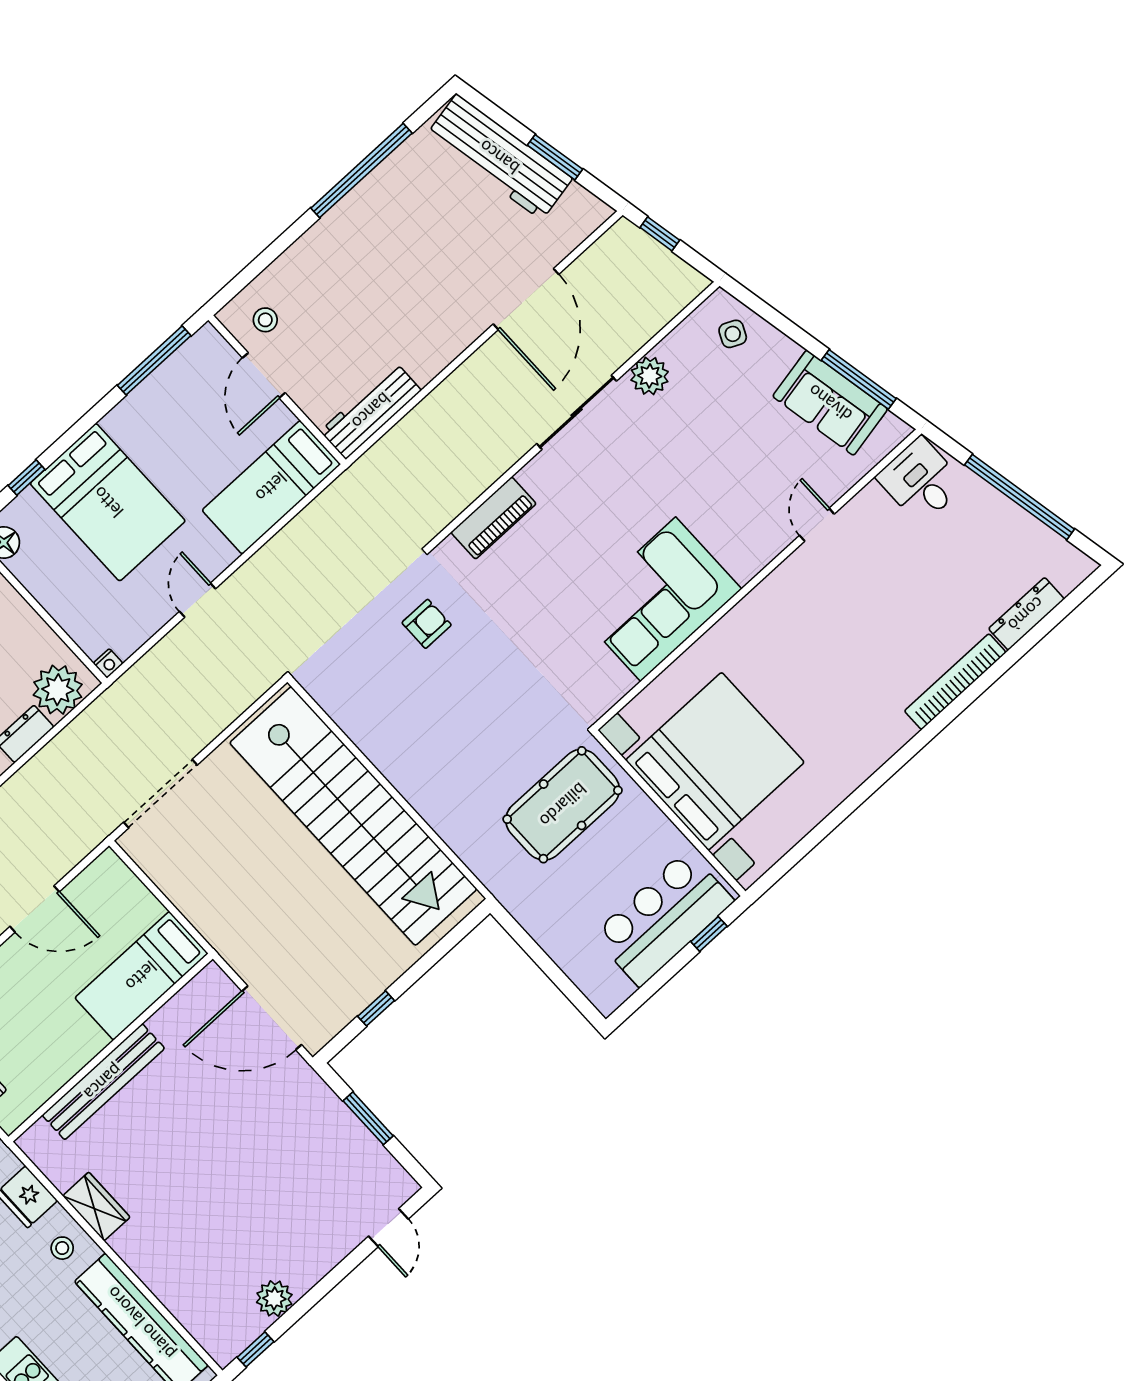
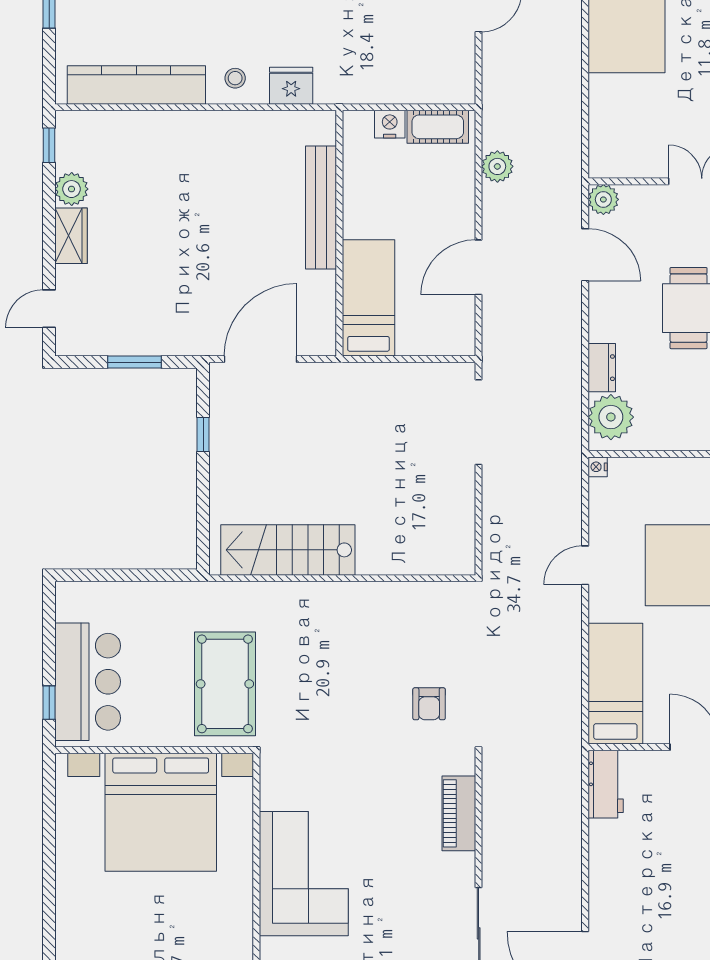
workbench: (371, 411) -> (606, 784), width x0.73
door: (198, 600) -> (585, 565), swing flipped
stairs: (353, 816) -> (288, 550), width x0.54, depth x0.66
wardrobe: (96, 1207) -> (71, 236), moved, turned -90
door: (388, 1228) -> (49, 309), hinge flipped

